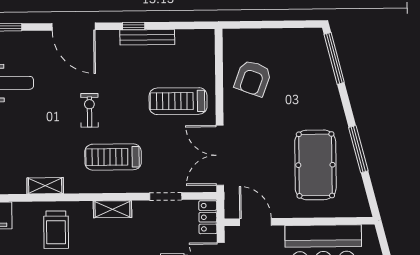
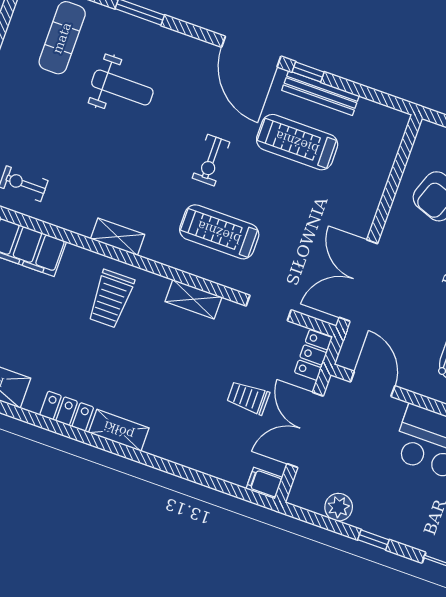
door: (74, 27) -> (251, 52), moved
treadmill: (178, 101) -> (297, 142), moved
exercise bike: (89, 110) -> (211, 160), turned 180

